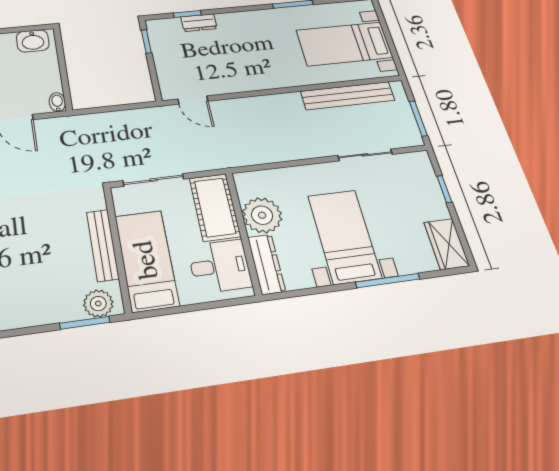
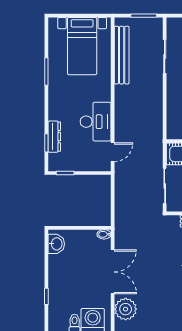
dresser: (199, 23) -> (54, 137), width x1.44
desk: (235, 73) -> (96, 122), added

